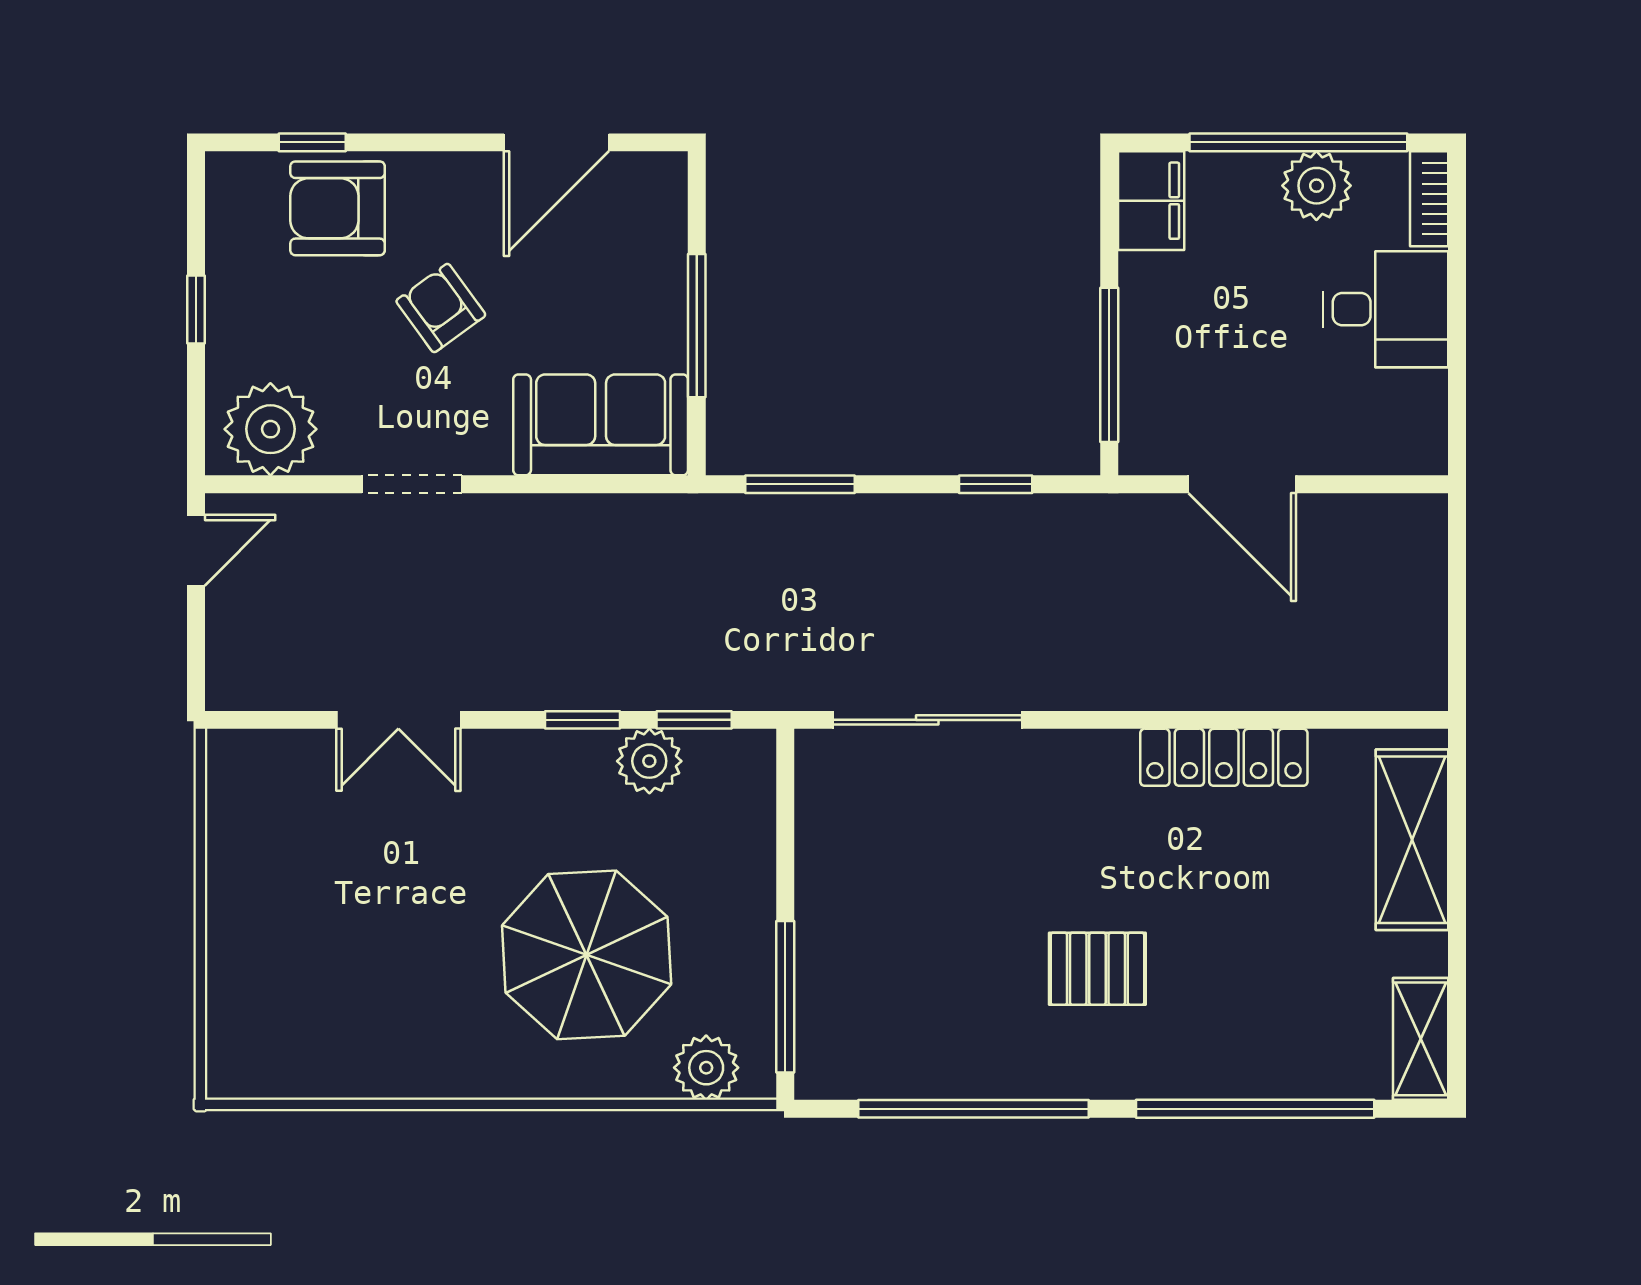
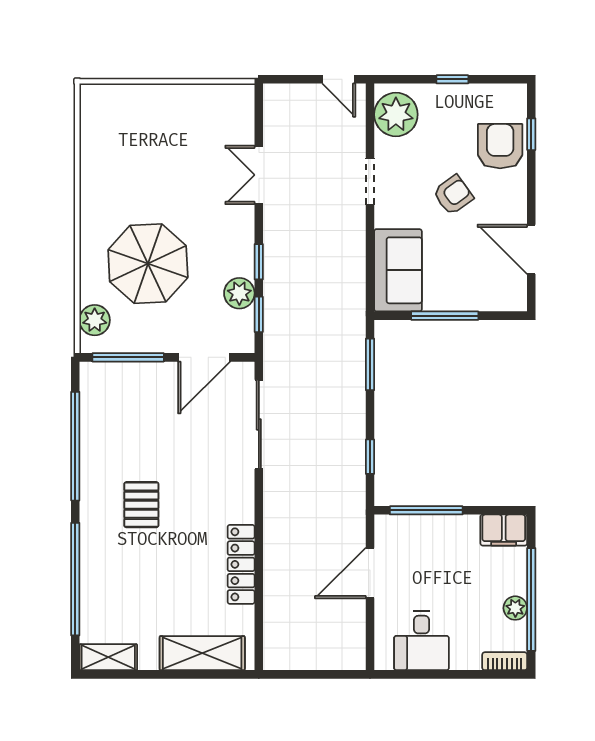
plant: (1316, 186) -> (515, 608), width x0.73, depth x0.73
desk: (1385, 309) -> (421, 641), moved
door: (785, 836) -> (204, 357), added

